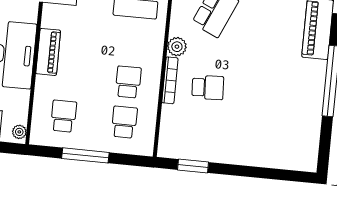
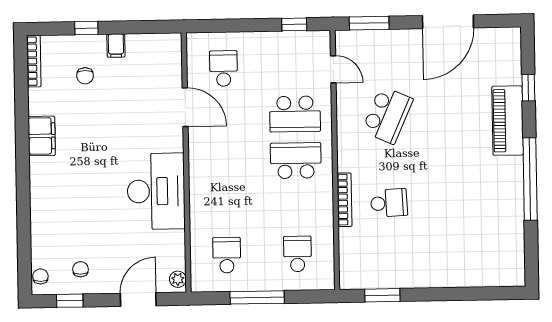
plant: (177, 47) -> (348, 160), removed
piano: (48, 52) -> (200, 183), removed
school desk: (128, 82) -> (296, 161), moved, width x1.85

